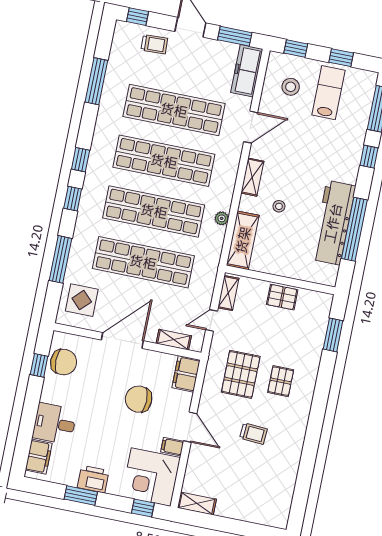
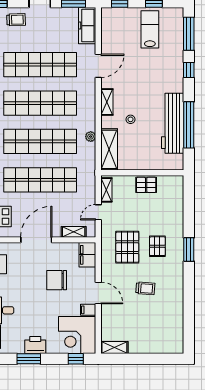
stool: (291, 87) -> (121, 31), removed
window: (333, 335) -> (189, 250), moved

